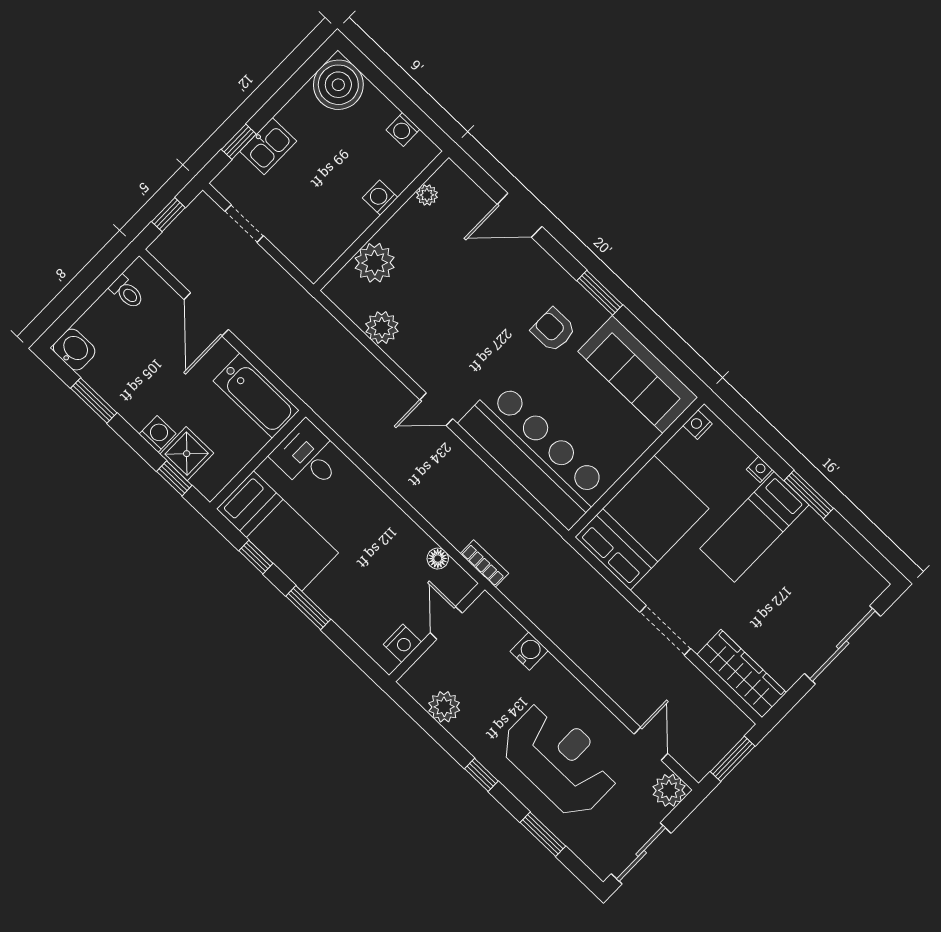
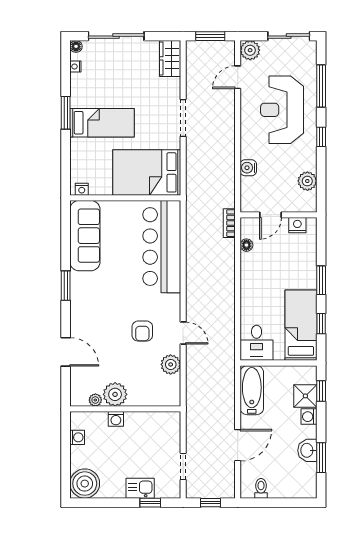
plant: (375, 263) -> (115, 394), moved
armchair: (553, 330) -> (142, 331), moved
washbasin: (74, 350) -> (307, 450), moved
door: (436, 409) -> (183, 333), moved
nightstand: (759, 469) -> (75, 67), moved
floor lamp: (877, 584) -> (76, 46), added
wardrobe: (742, 674) -> (170, 58), width x0.67
window: (543, 834) -> (321, 86), width x1.44

